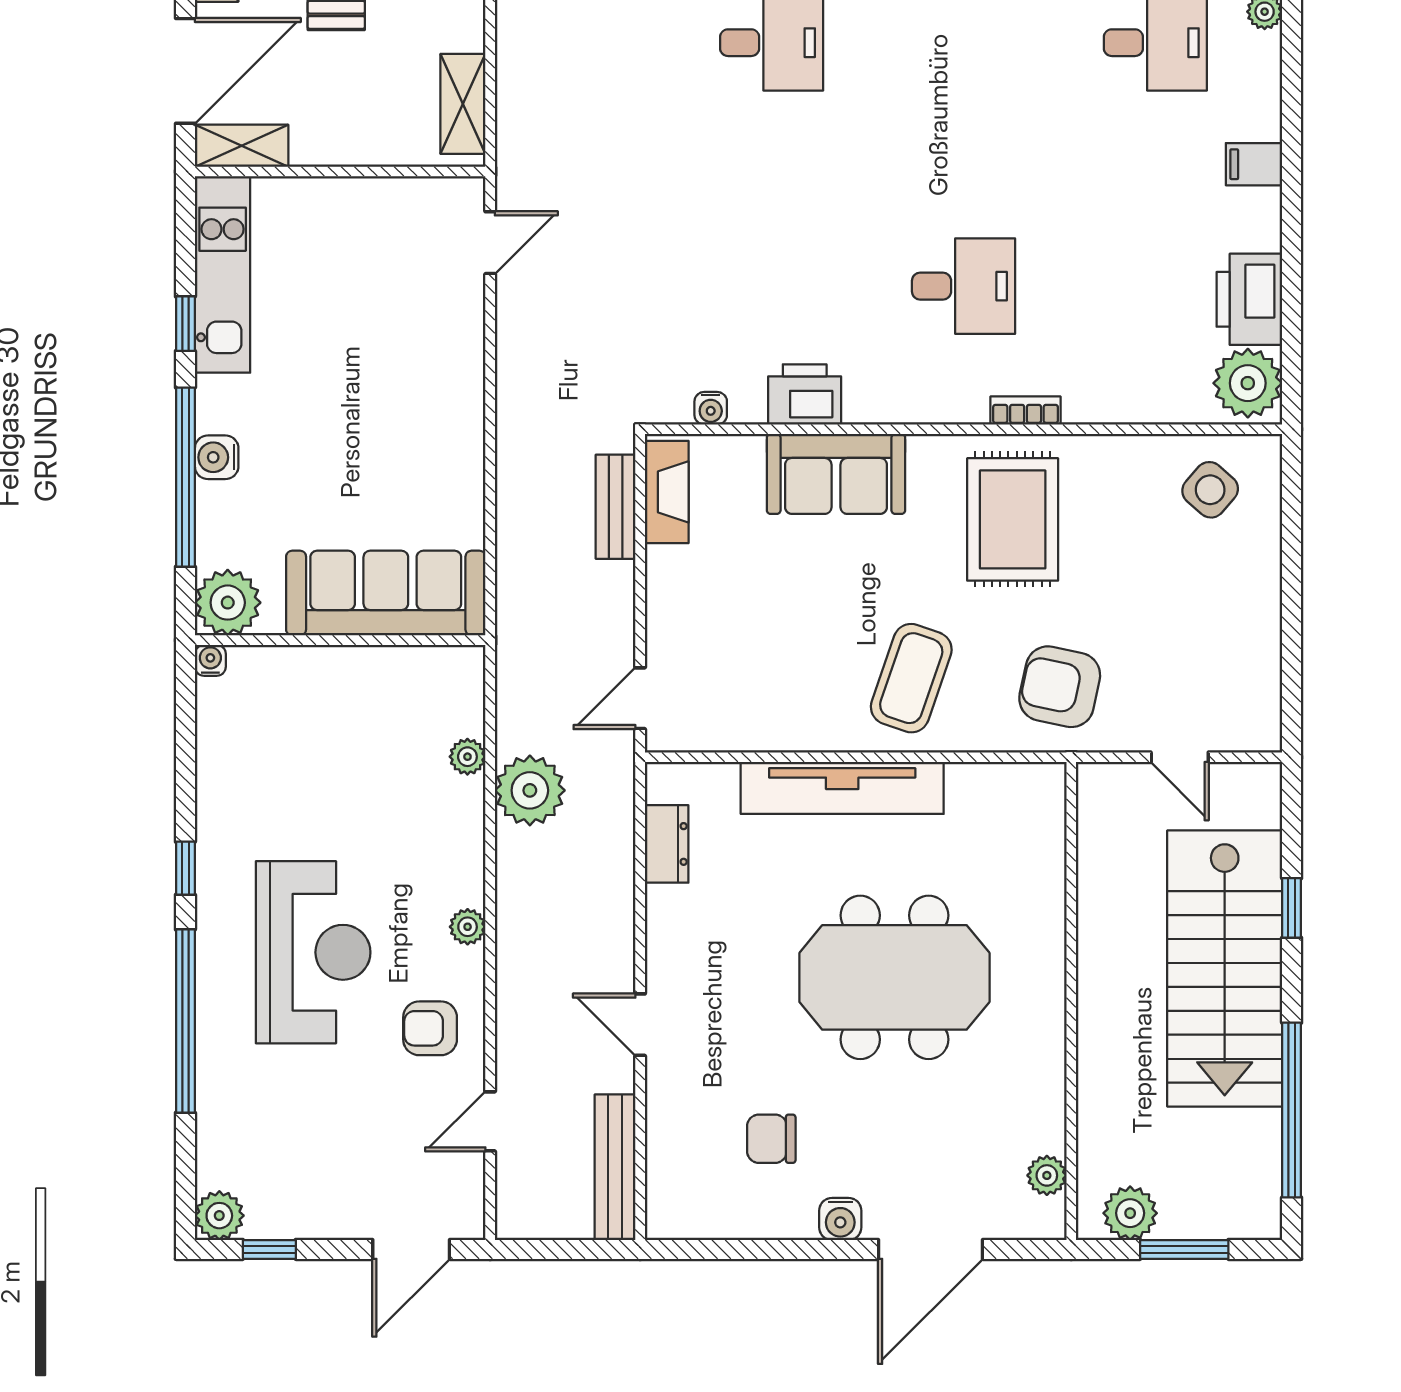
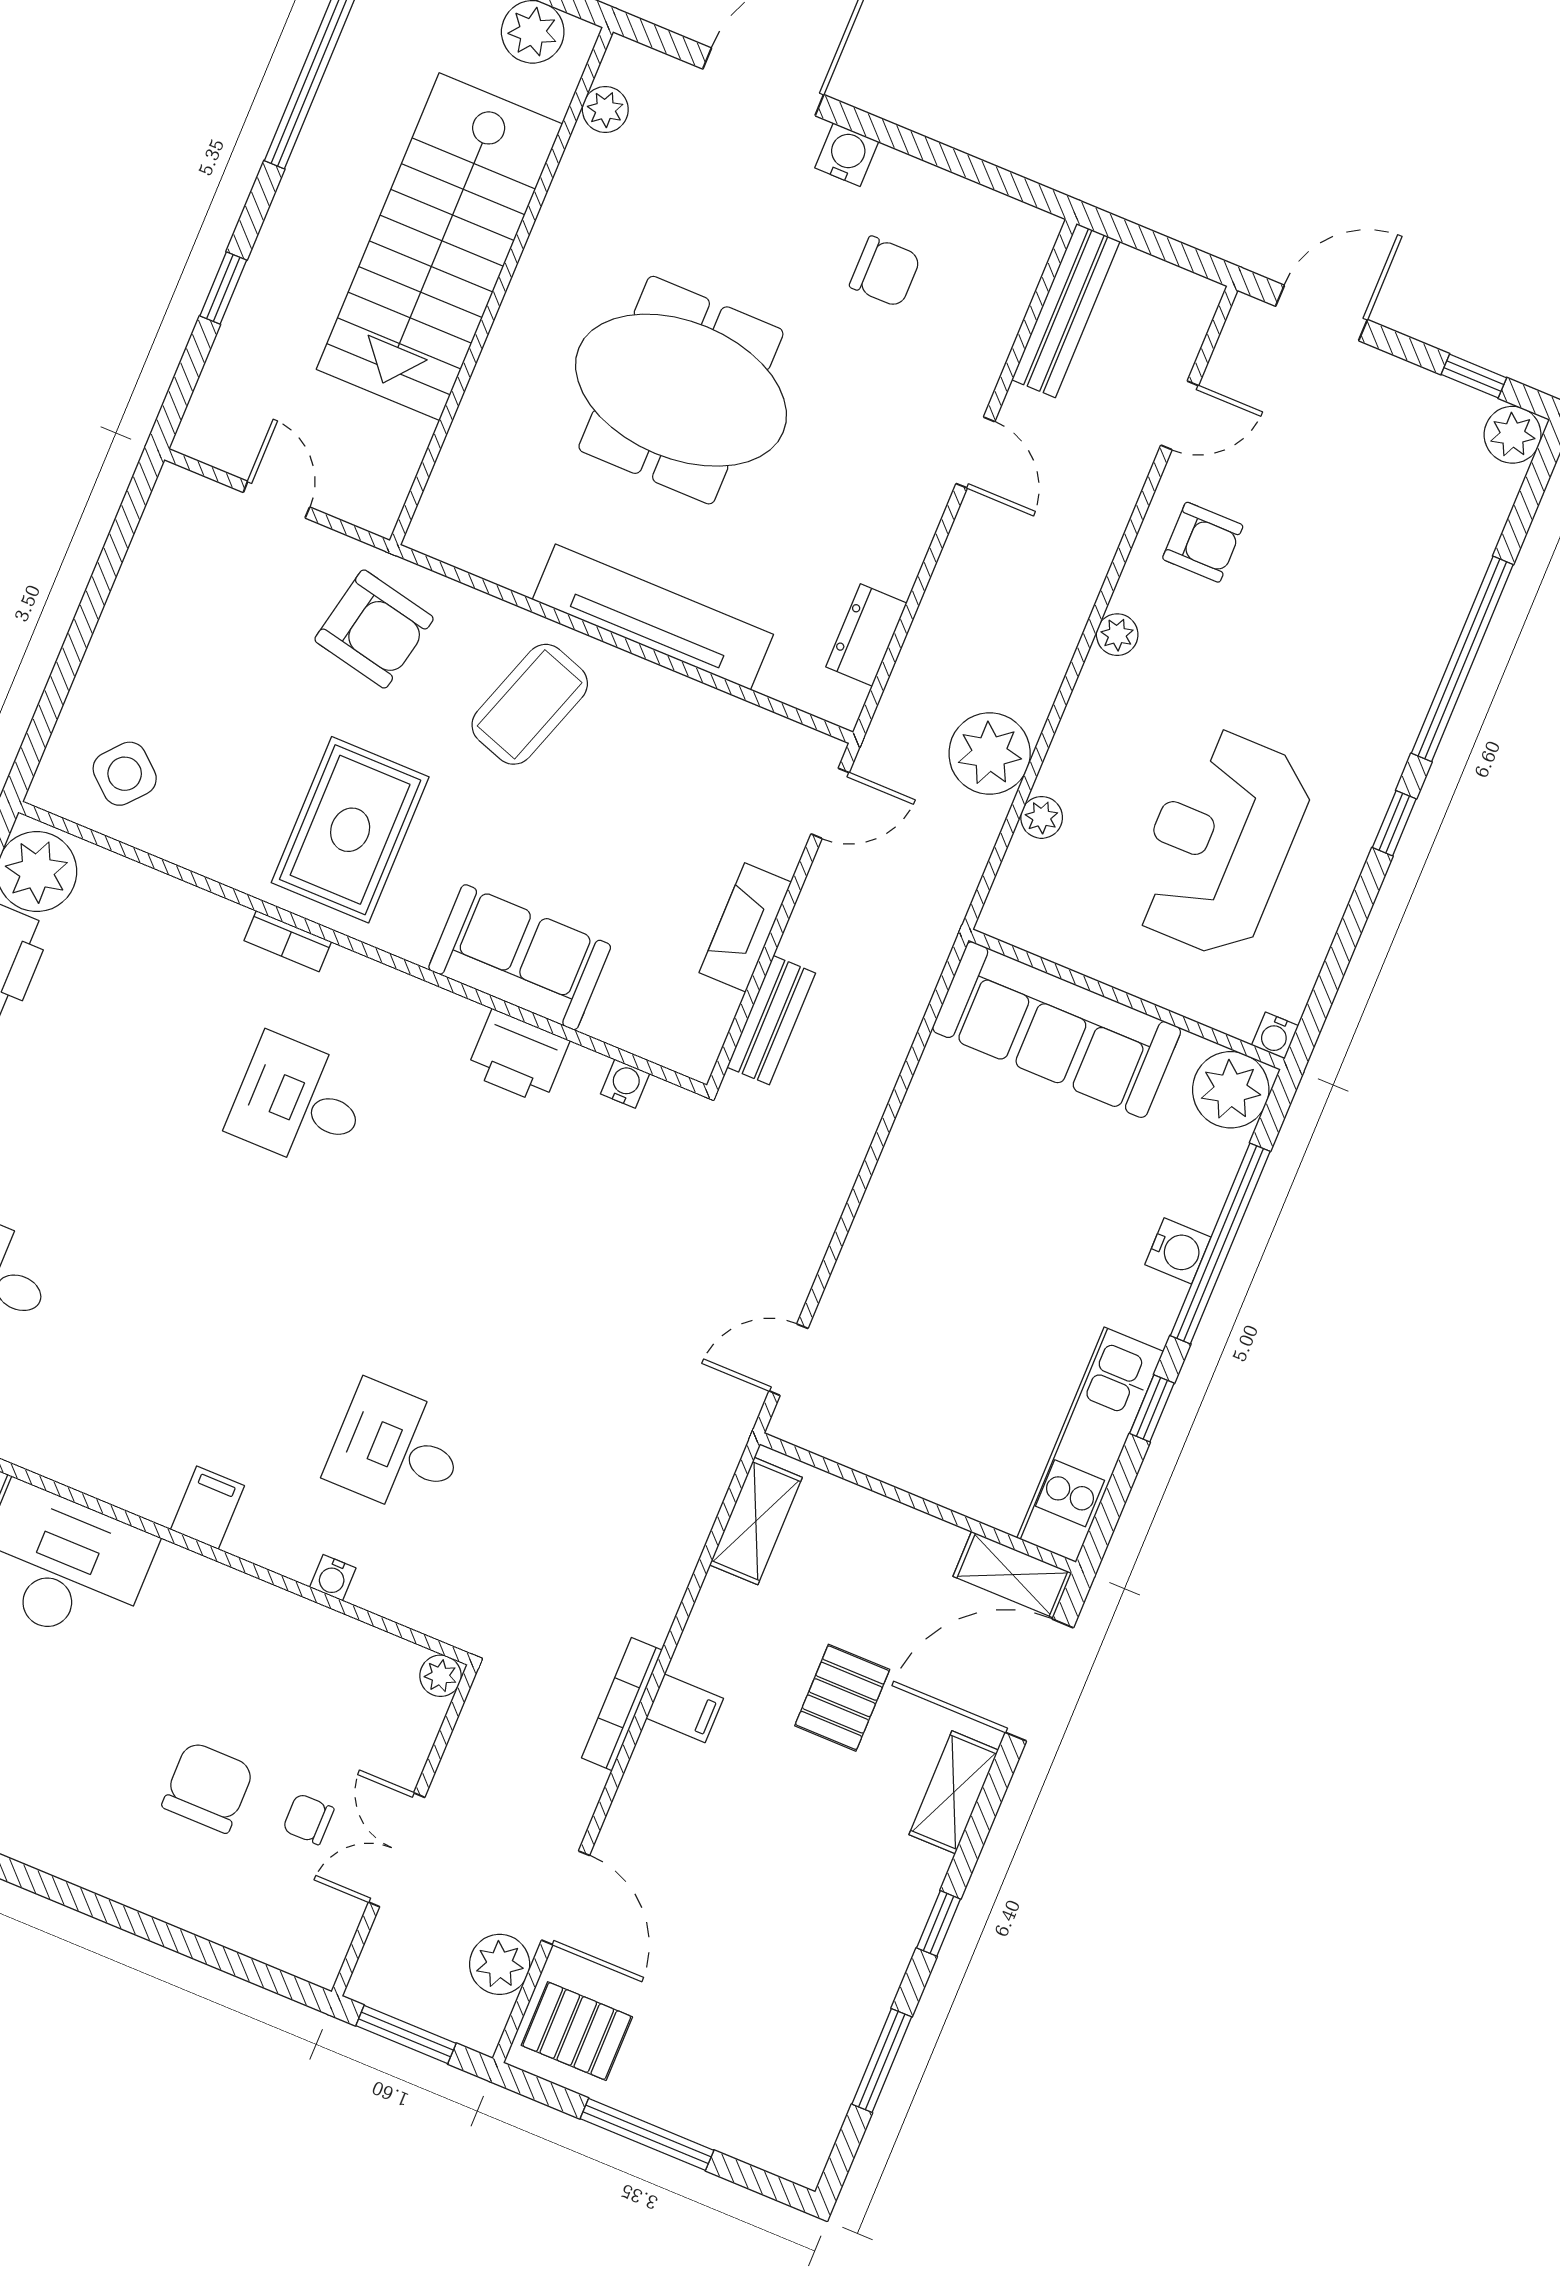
fireplace: (667, 492) -> (745, 927), moved
reception desk: (313, 952) -> (1220, 843), moved
stairs: (1225, 968) -> (439, 247), moved, turned 180

